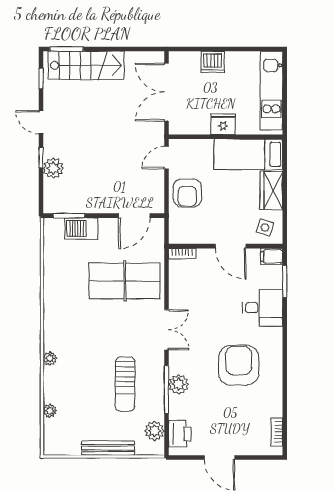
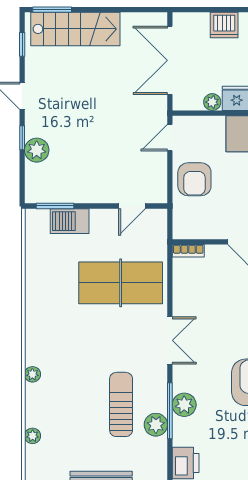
plant: (202, 127) -> (212, 102), added
door: (134, 216) -> (132, 206), width x0.73
sun lounger: (125, 384) -> (121, 404), turned 180
plant: (154, 431) -> (156, 425), moved

